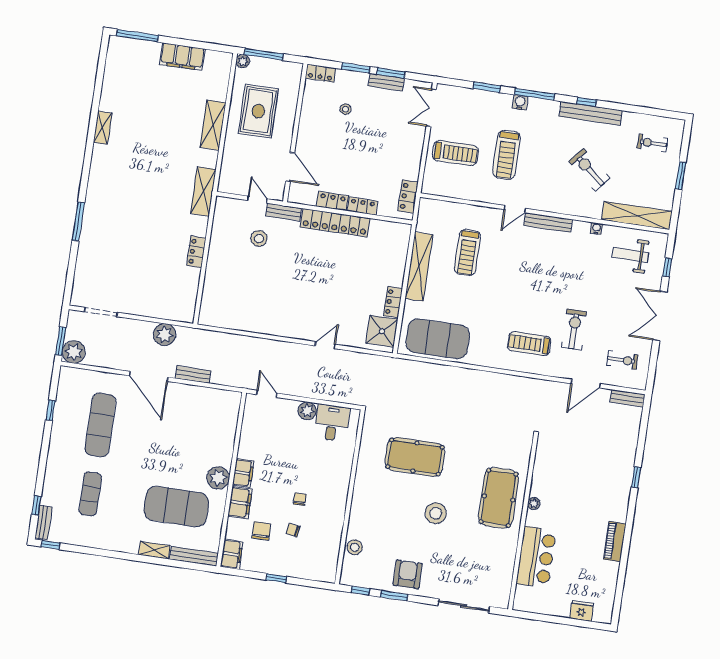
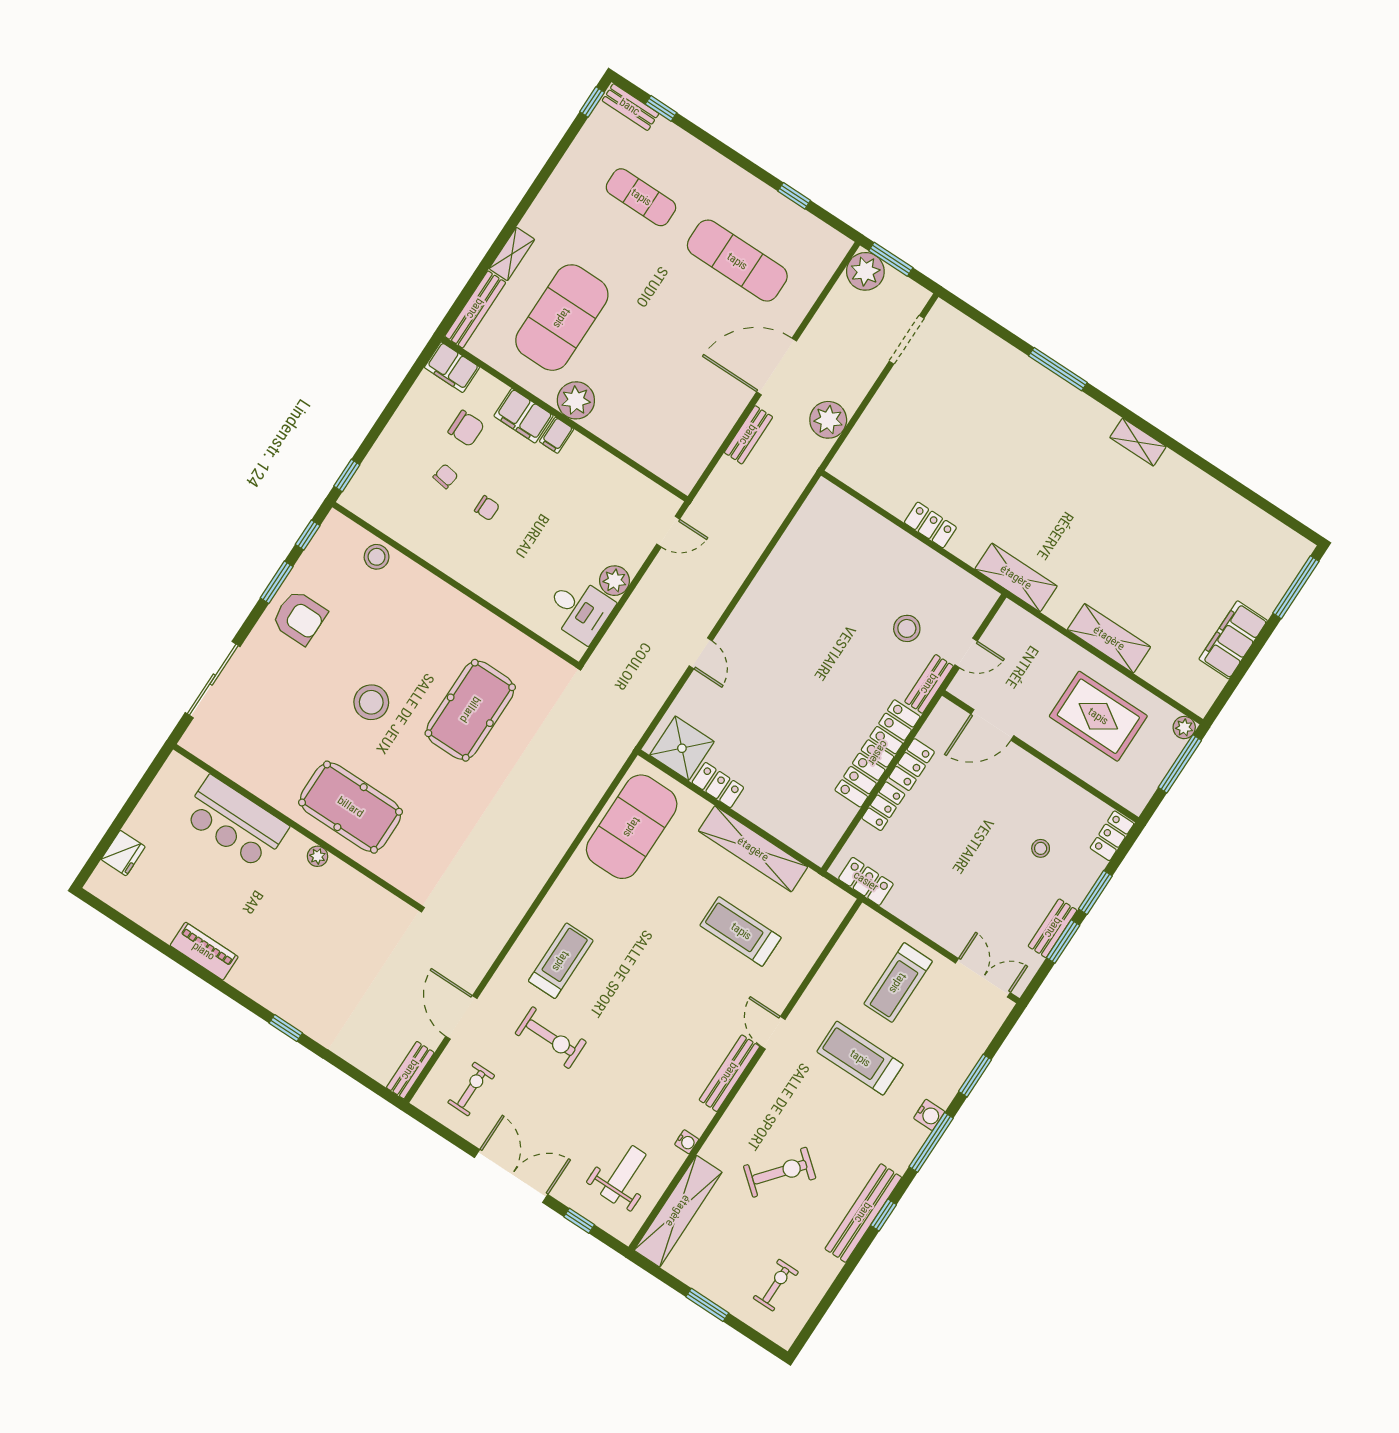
shelving: (103, 128) -> (1138, 442), moved
exercise bike: (622, 360) -> (471, 1089), turned 180
filing cabinet: (243, 473) -> (557, 435), width x0.50
window: (276, 578) -> (347, 475), moved

